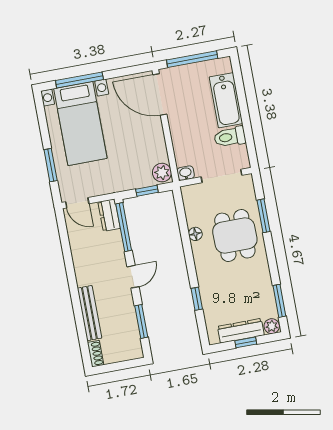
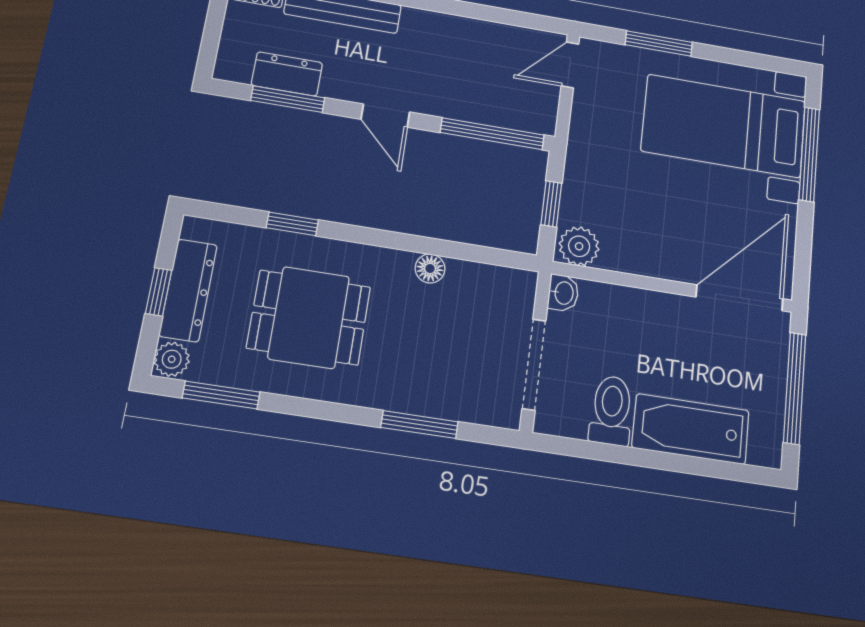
dresser: (109, 215) -> (287, 74), moved
dining table: (235, 236) -> (309, 317), moved

